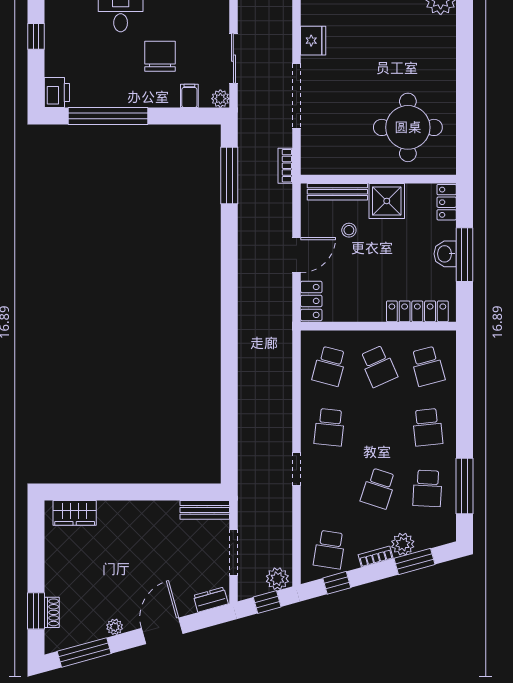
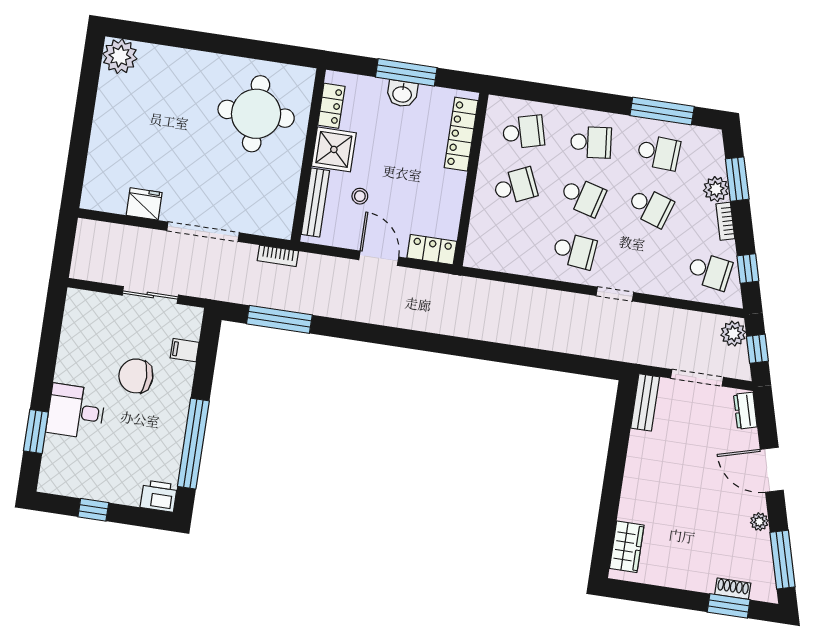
plant: (220, 99) -> (193, 316), removed
locker: (447, 202) -> (331, 106), moved, turned -90
school desk: (329, 366) -> (583, 196), moved

